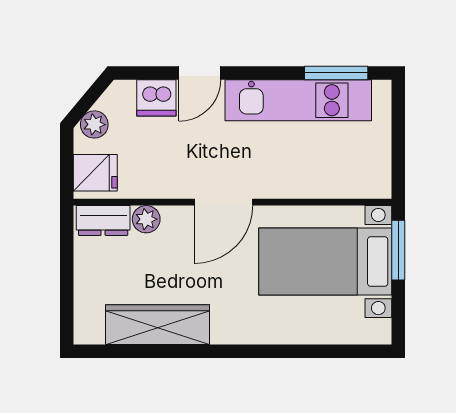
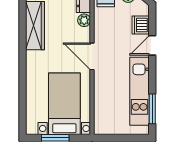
door: (200, 73) -> (152, 45), hinge flipped
window: (398, 250) -> (55, 138), moved

